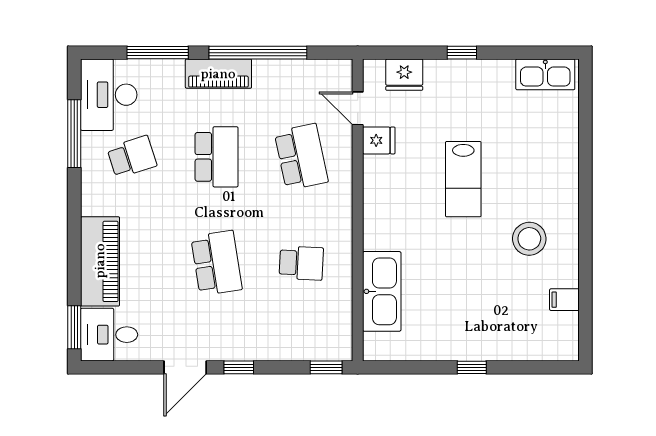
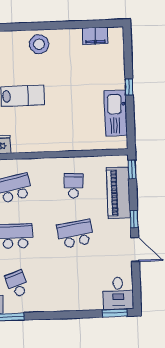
stool: (529, 239) -> (39, 44), moved
piano: (100, 261) -> (118, 193), moved, turned -90
kitchen sink: (382, 291) -> (116, 113), moved, turned -90
filing cabinet: (564, 300) -> (95, 36), width x2.00

